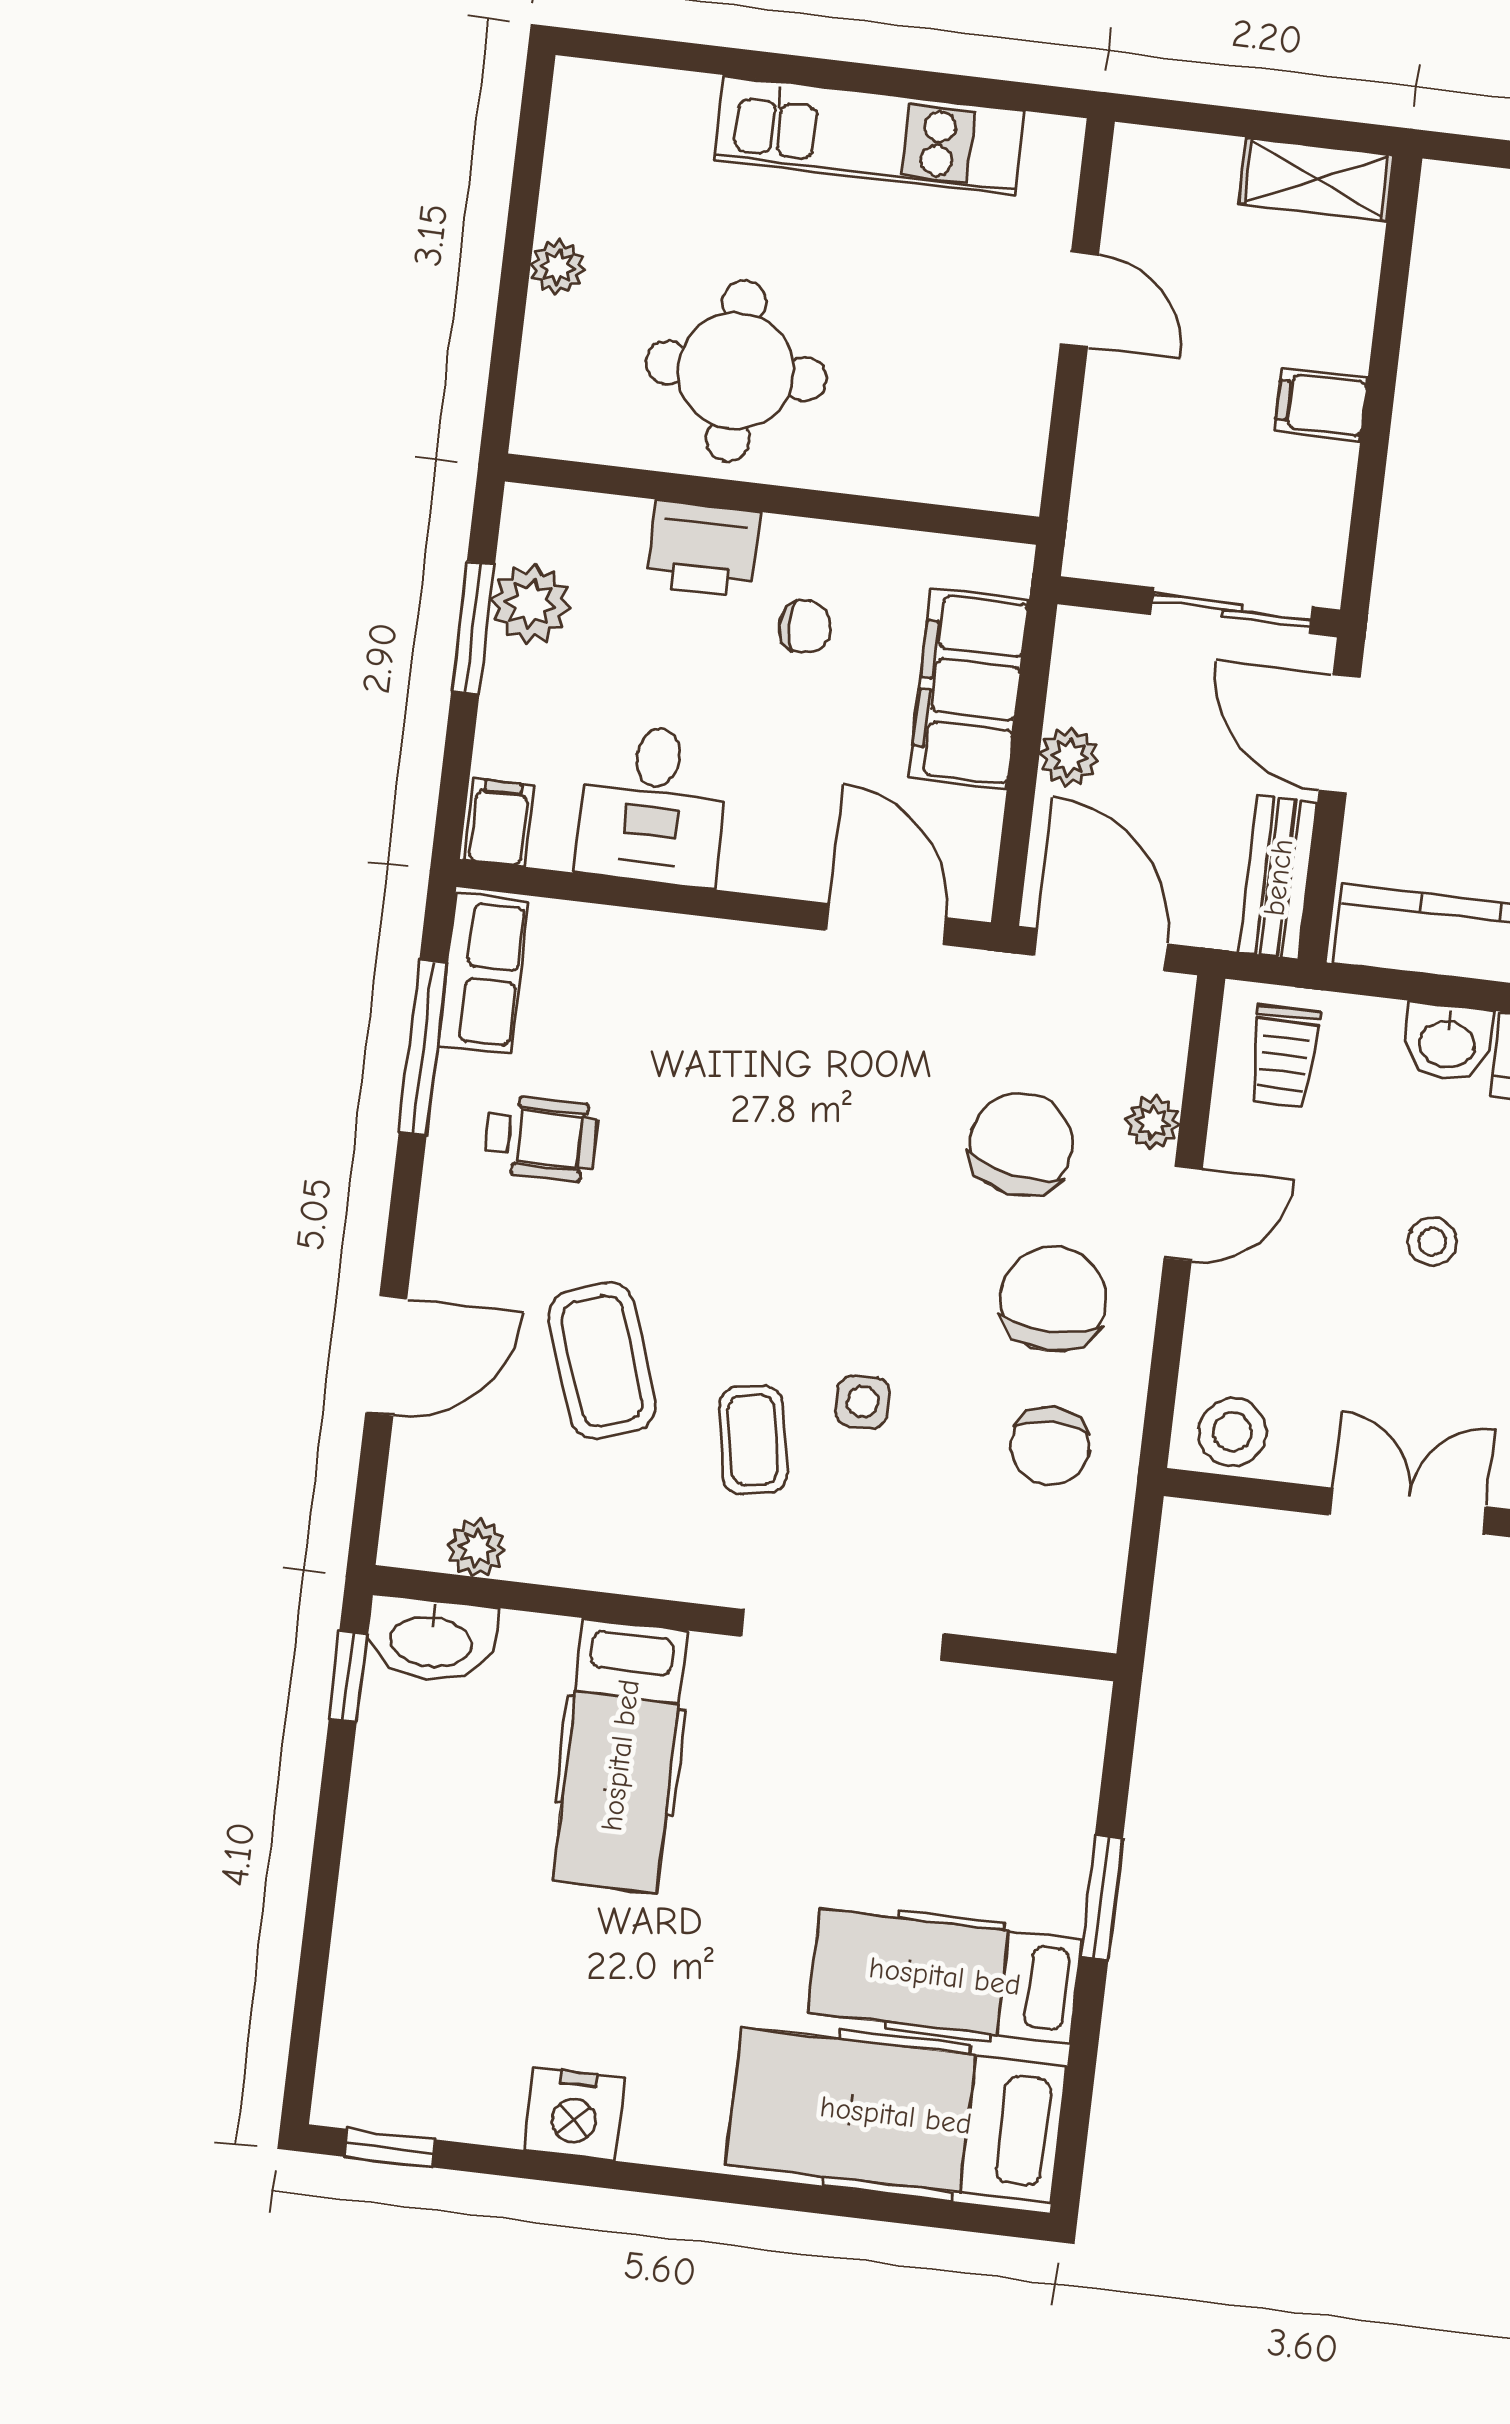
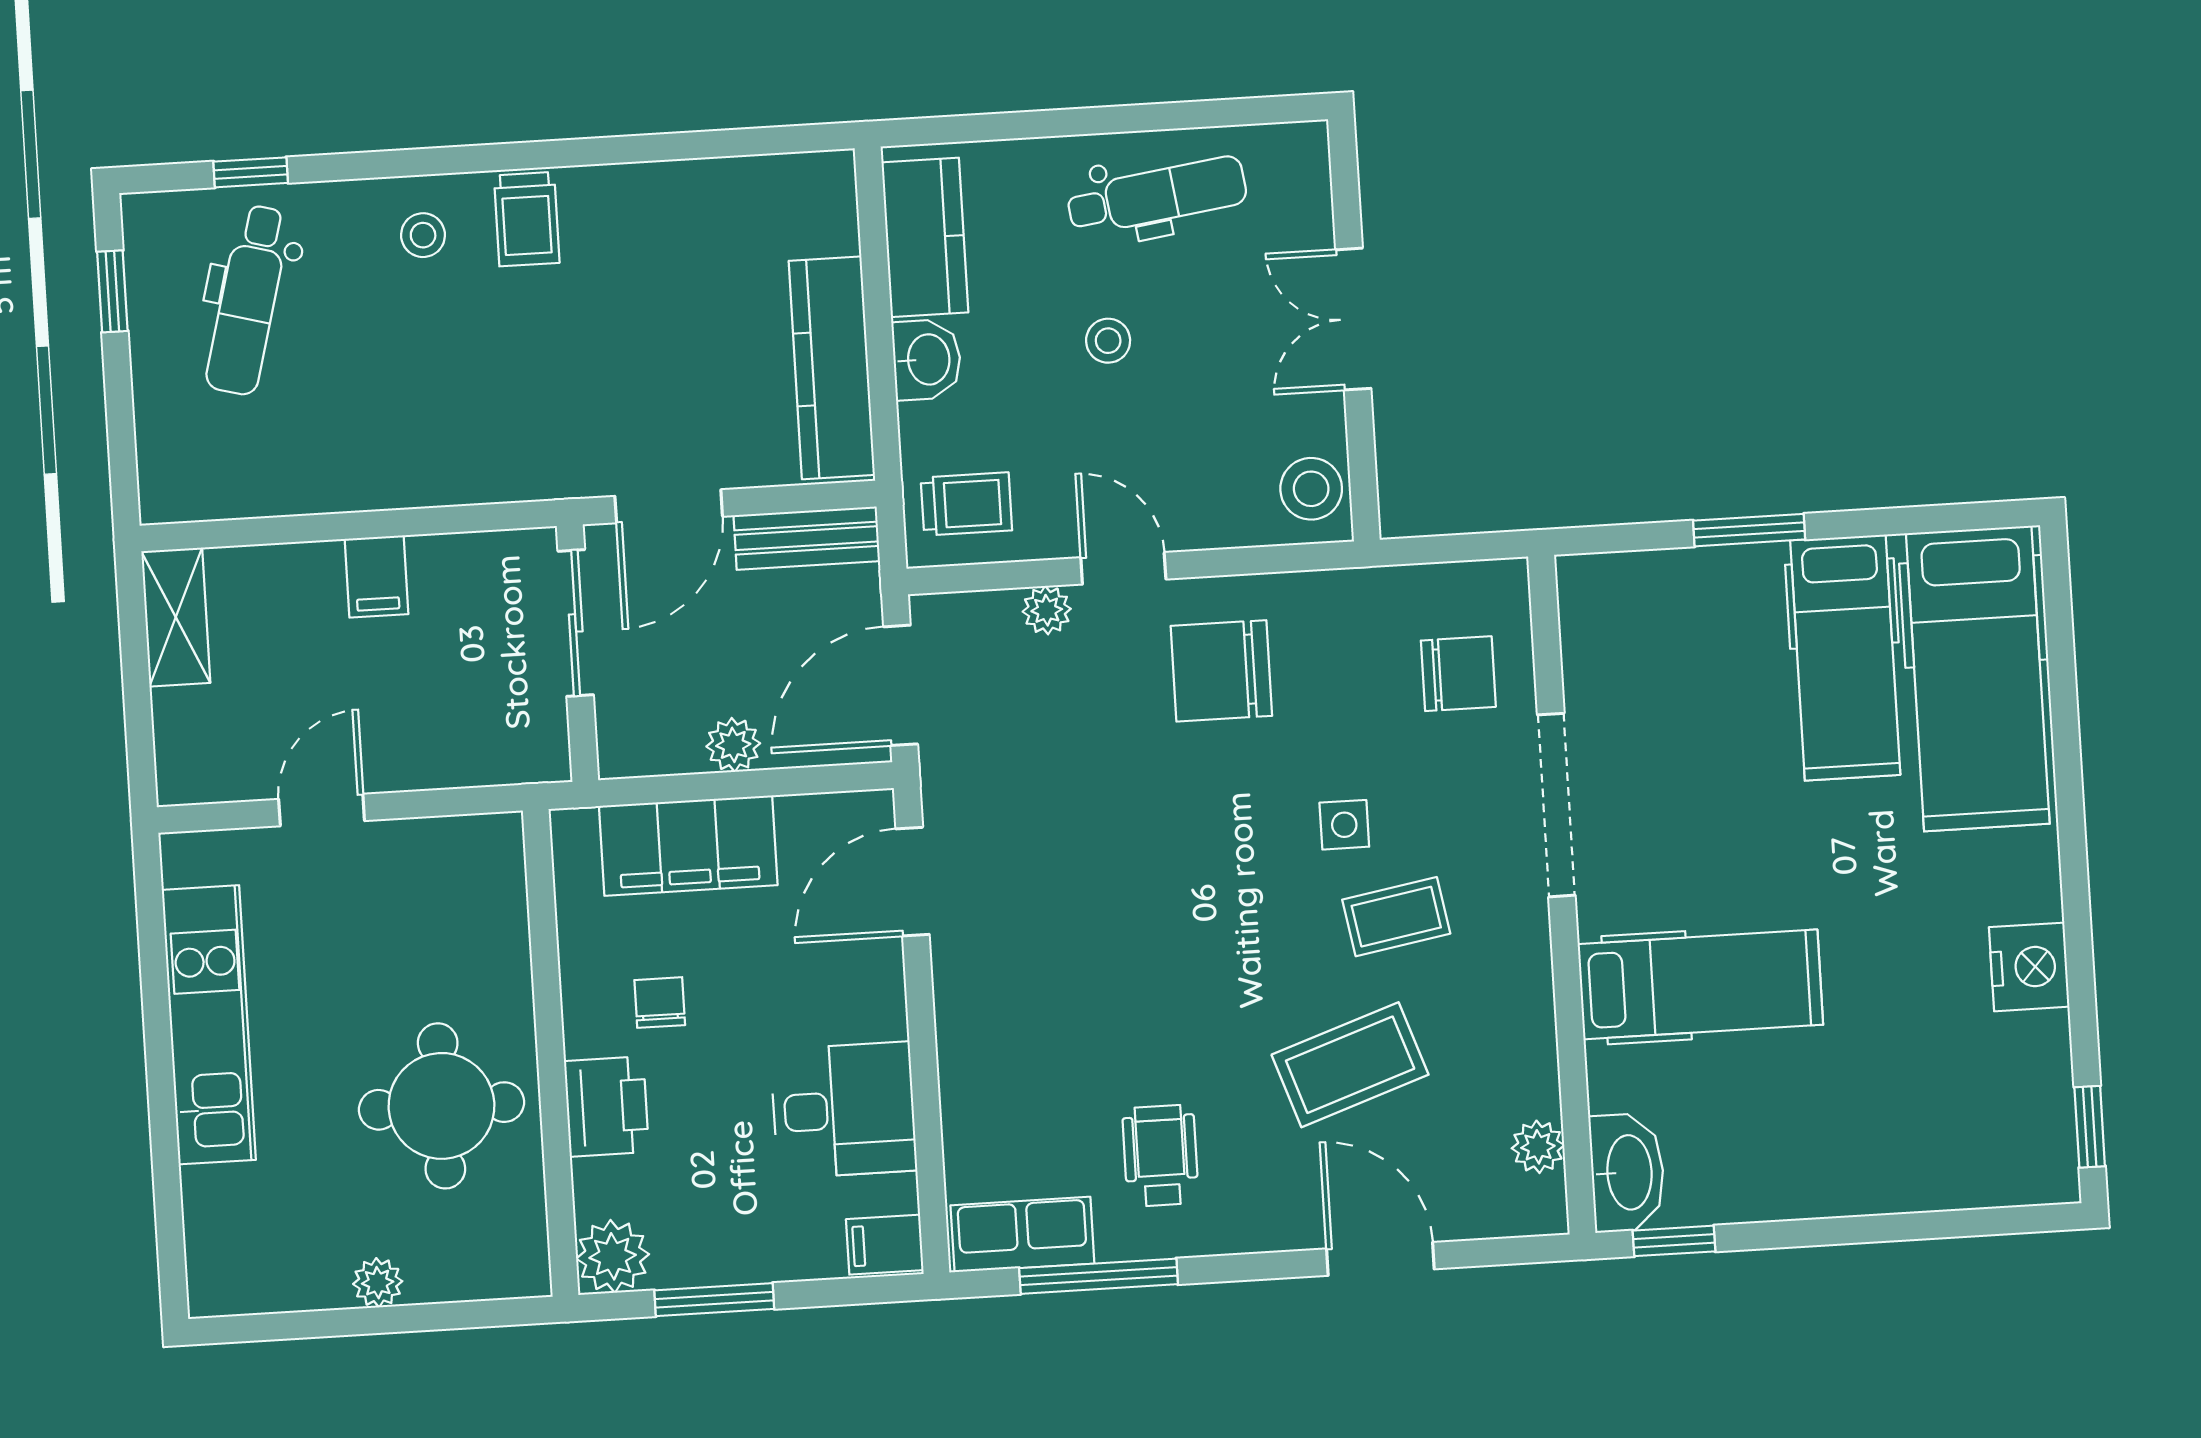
plant: (531, 604) -> (613, 1256), moved
chair: (1021, 1144) -> (1088, 725), removed
chair: (1050, 1446) -> (1458, 674), moved

